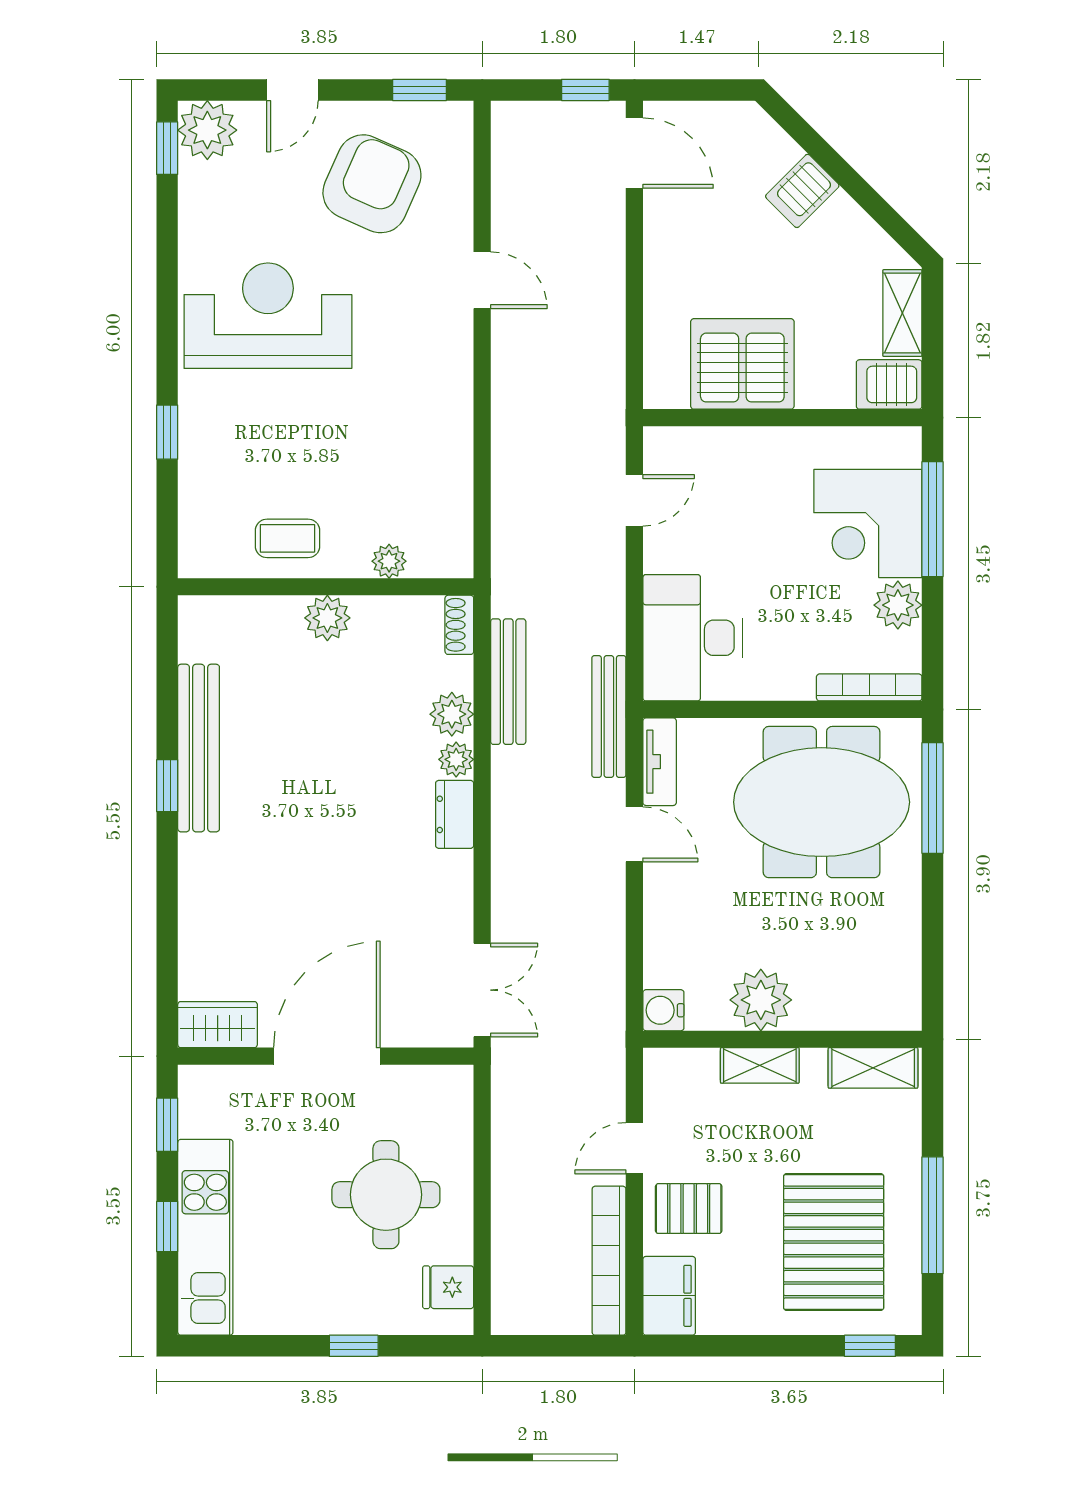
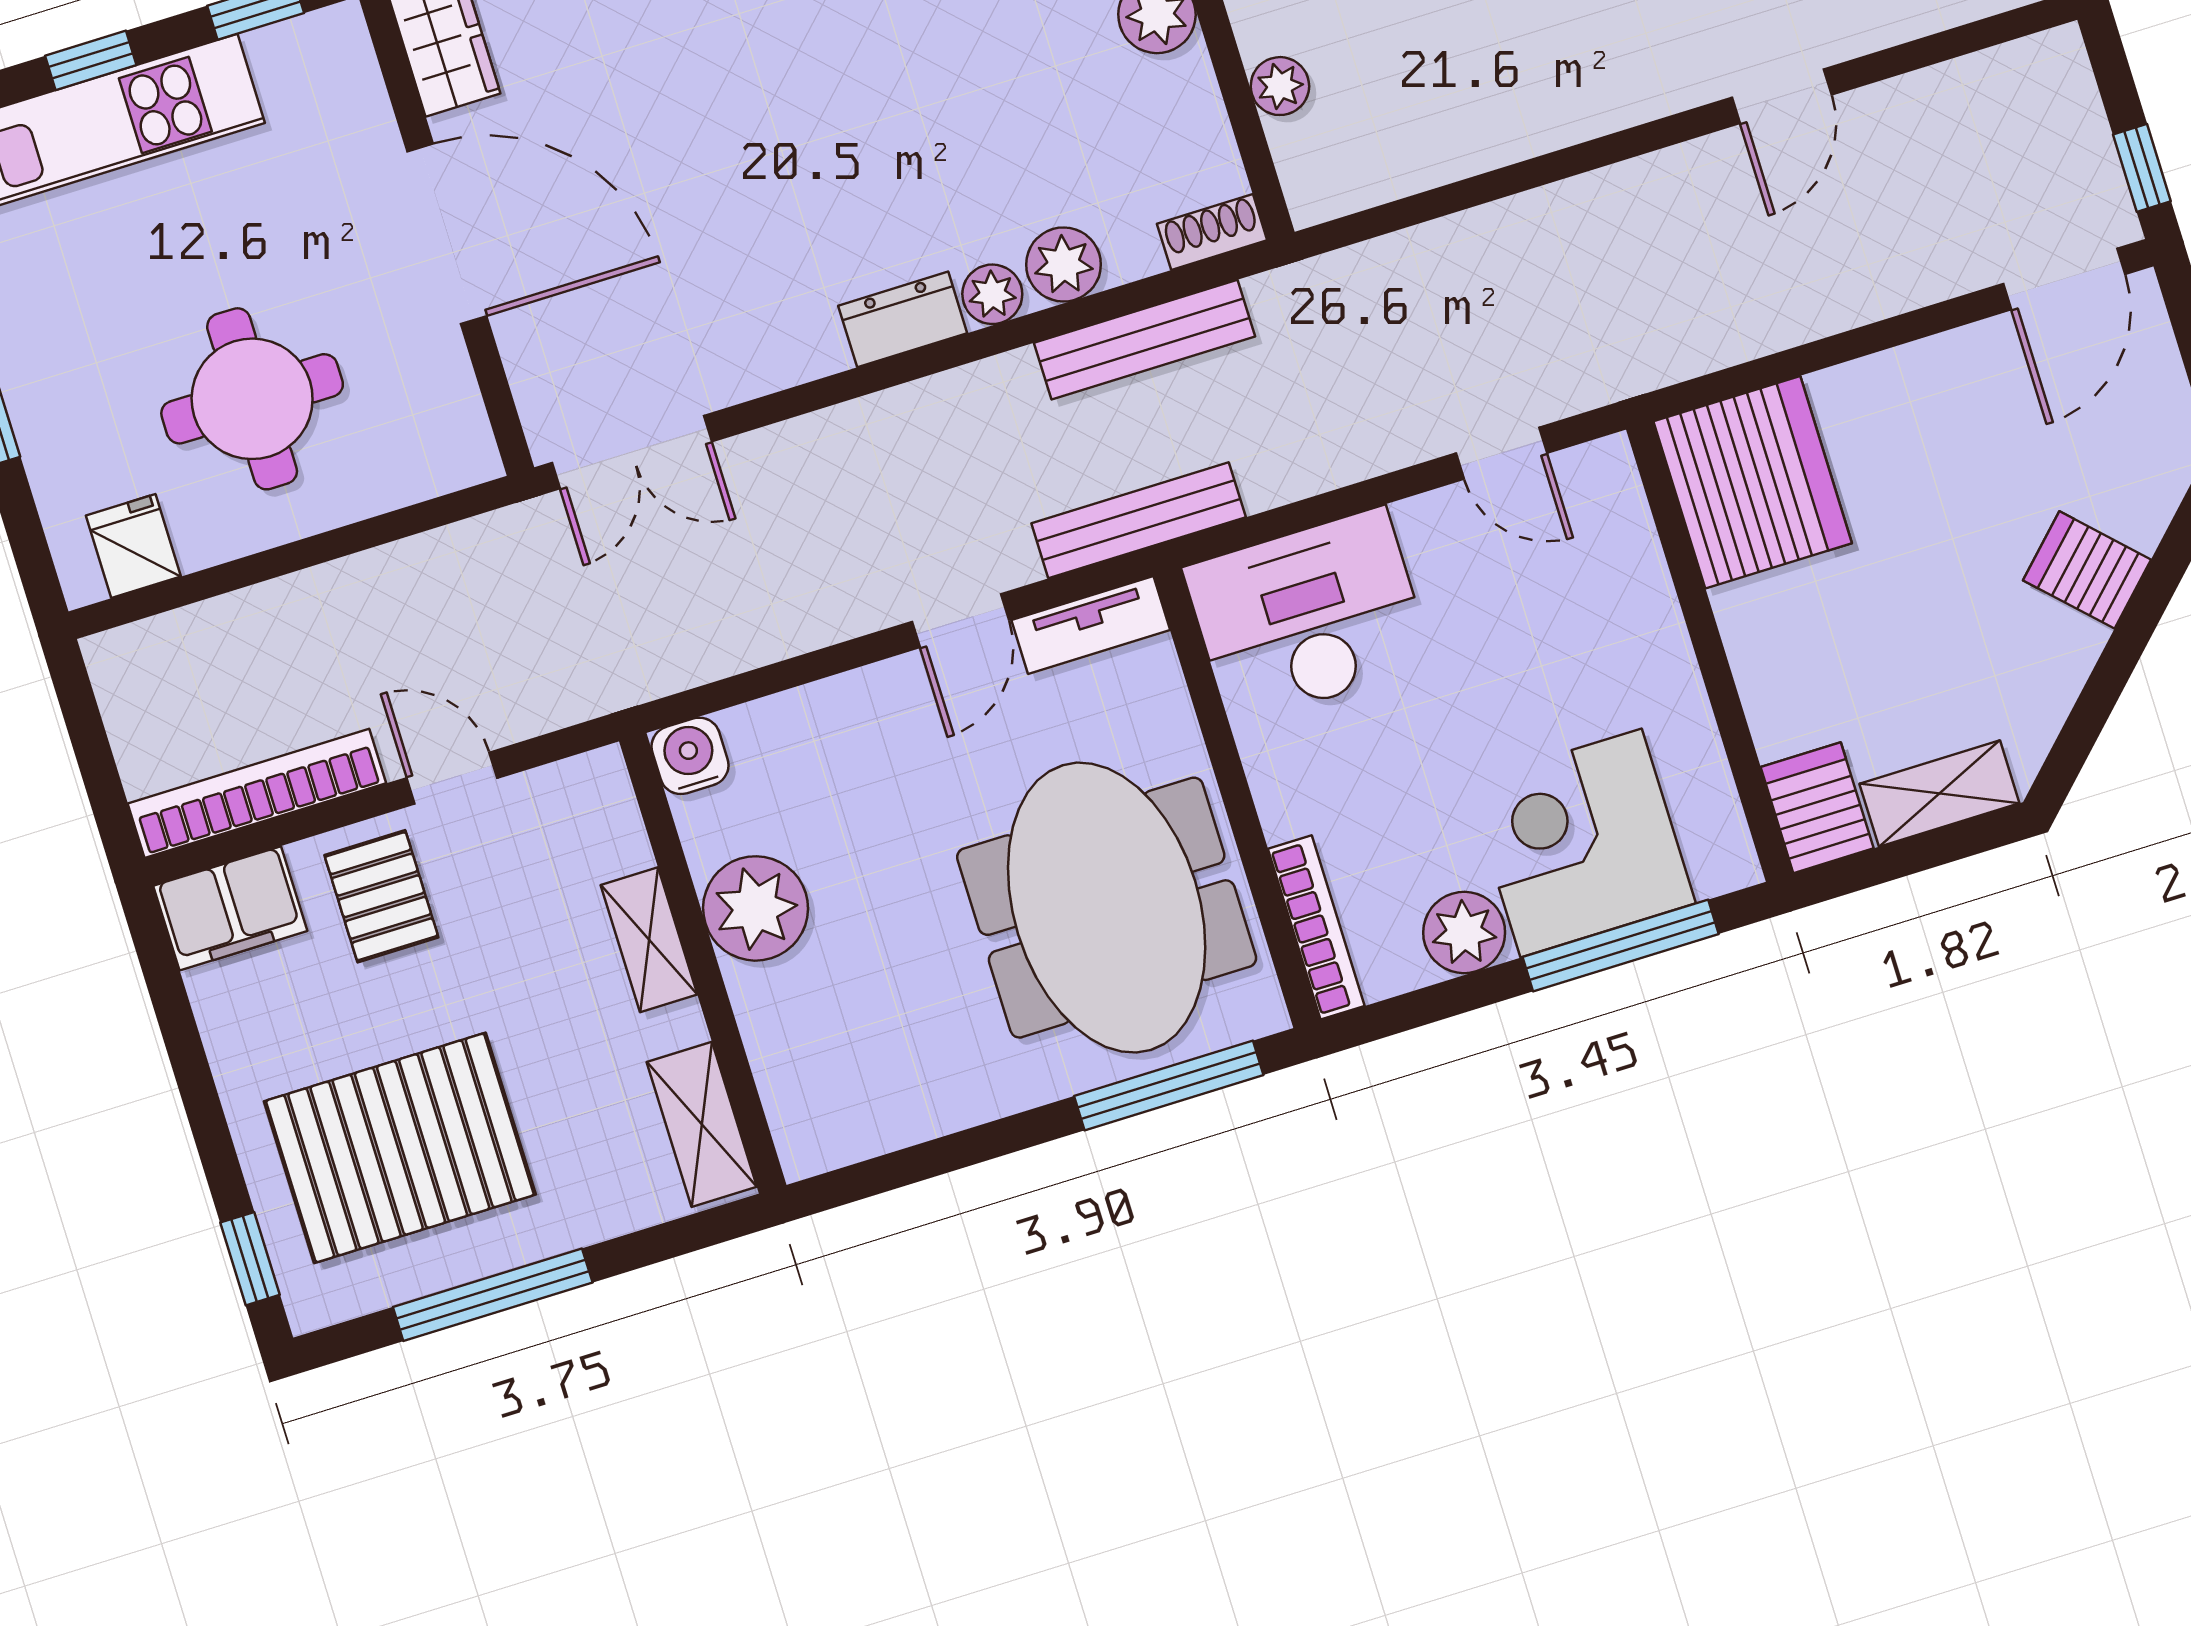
server rack: (742, 364) -> (1753, 482), moved

